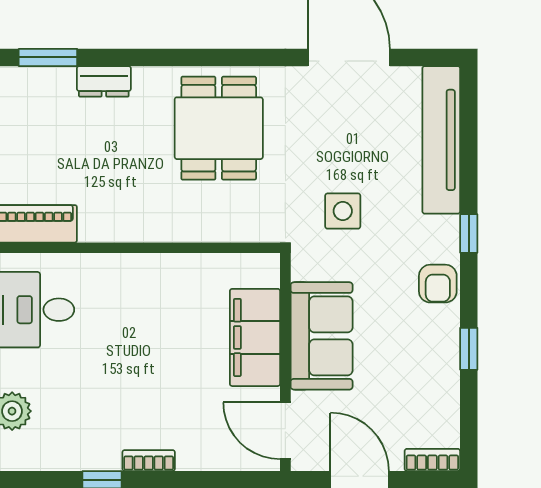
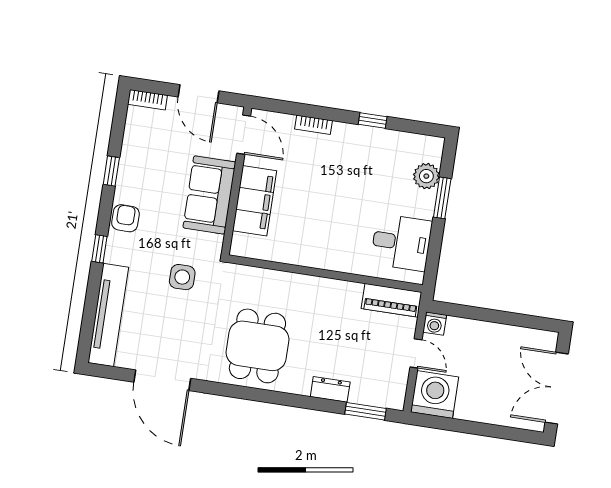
bookcase: (149, 461) -> (314, 125), moved

